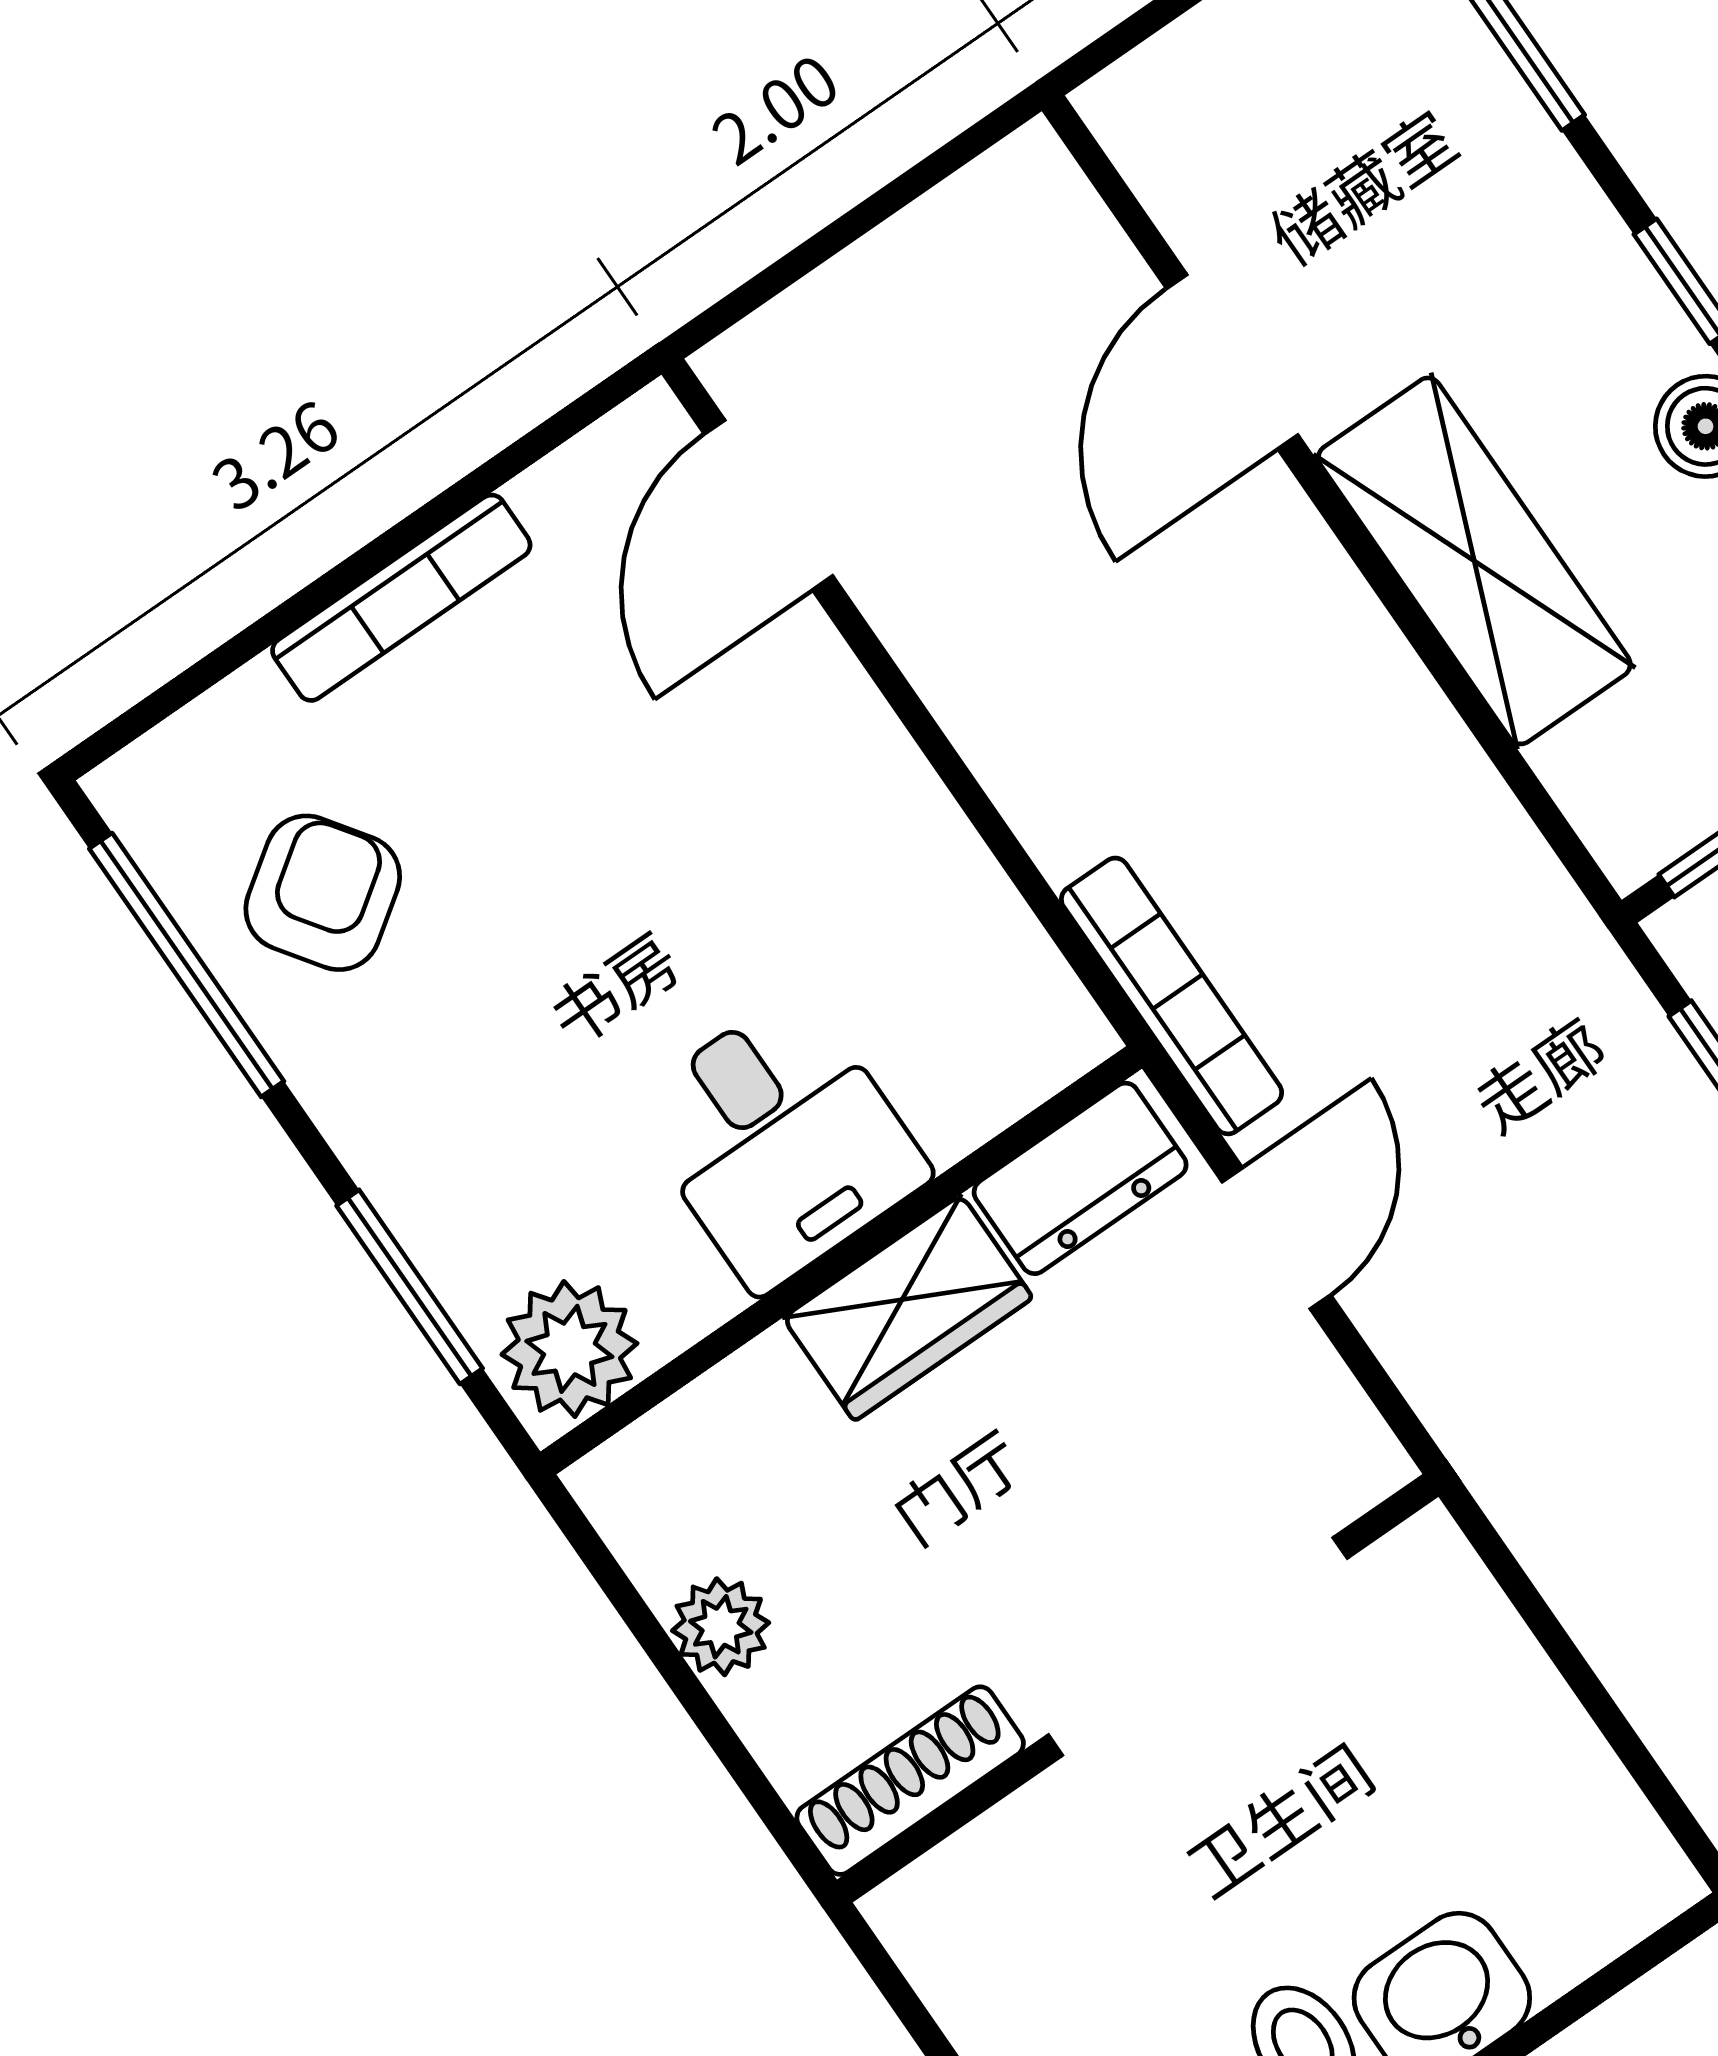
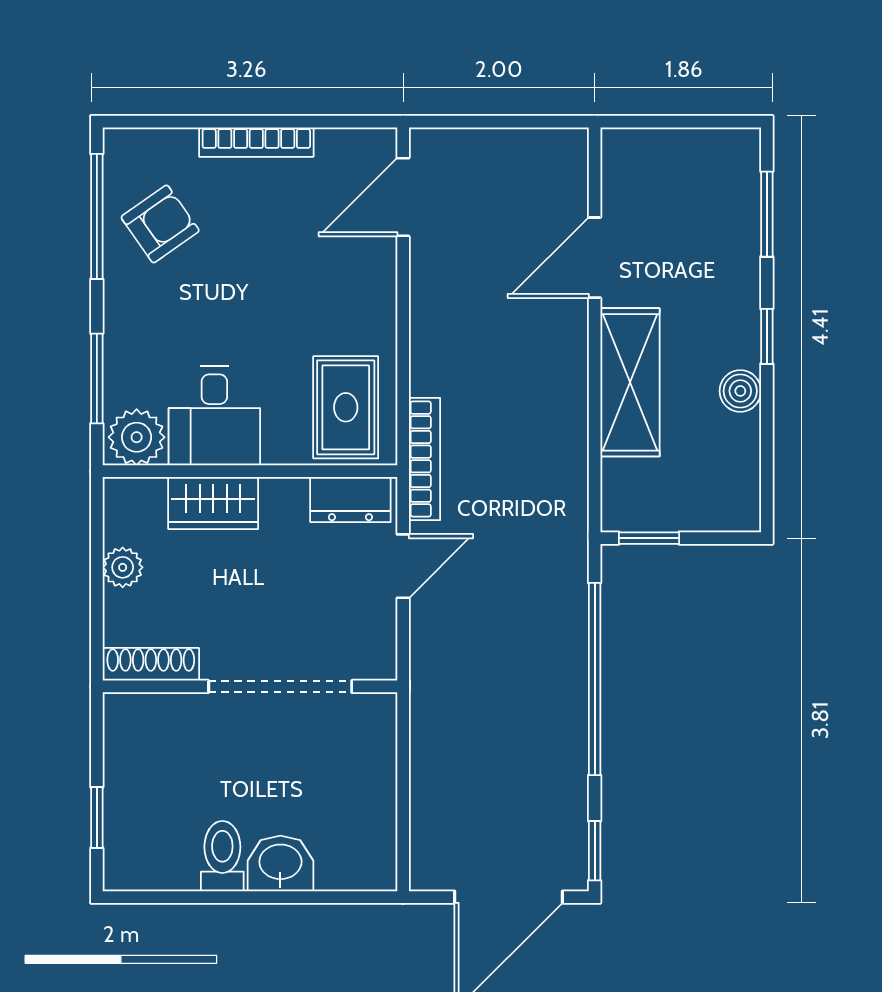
rug: (944, 1002) -> (346, 407), added
desk: (779, 1141) -> (214, 416), moved
wardrobe: (908, 1308) -> (213, 503), moved

